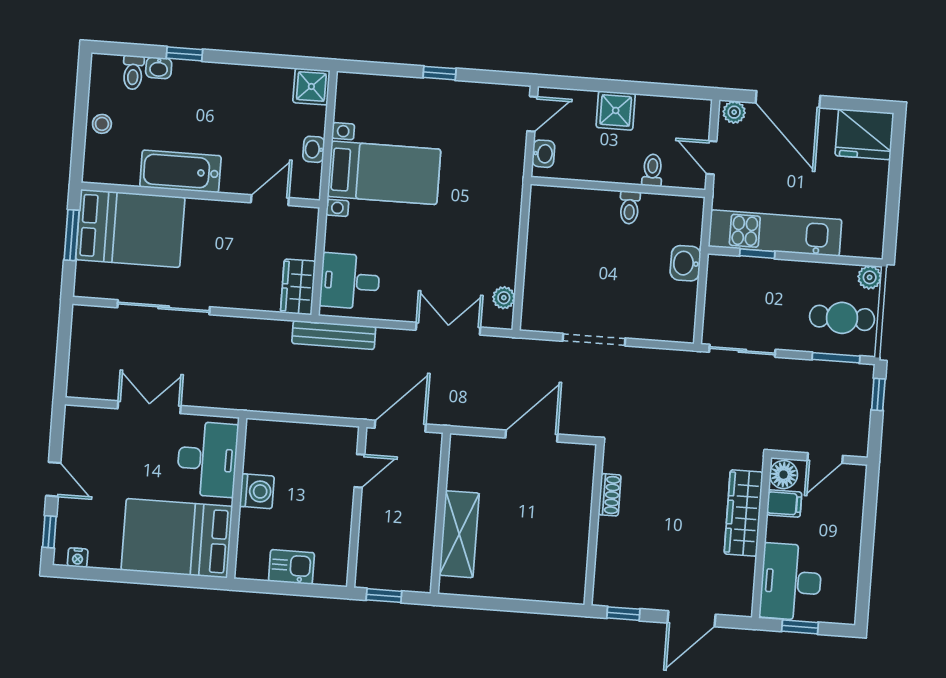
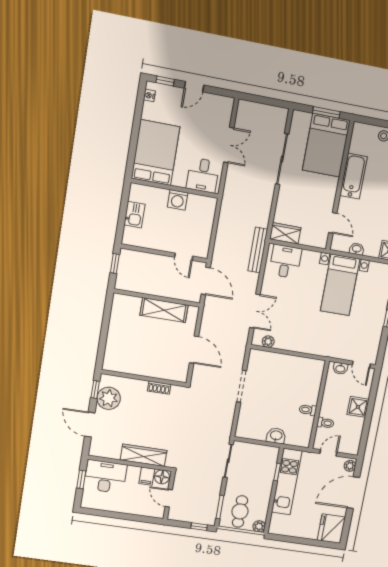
desk: (207, 459) -> (203, 175), width x0.73
shelving: (459, 534) -> (164, 310), moved
plant: (638, 587) -> (109, 398), added

